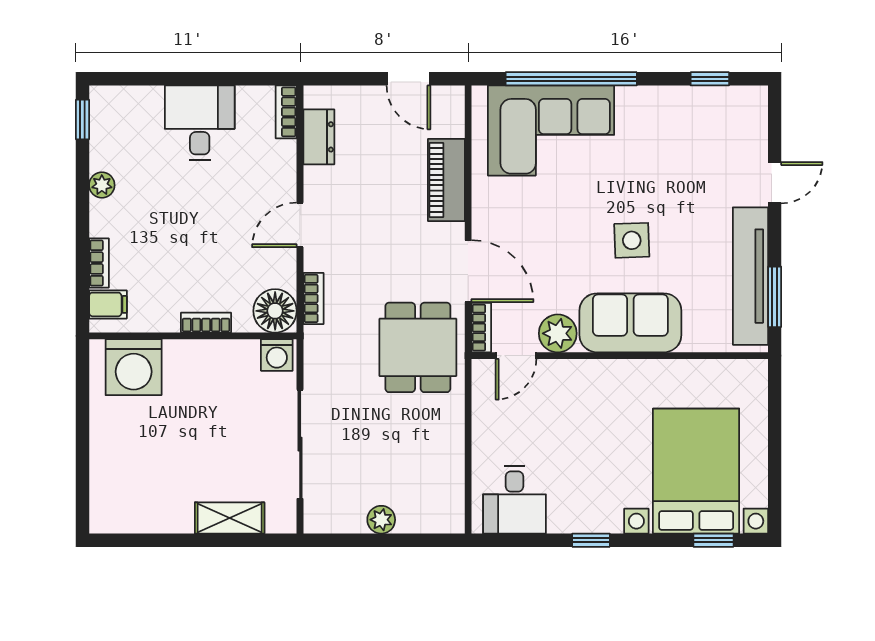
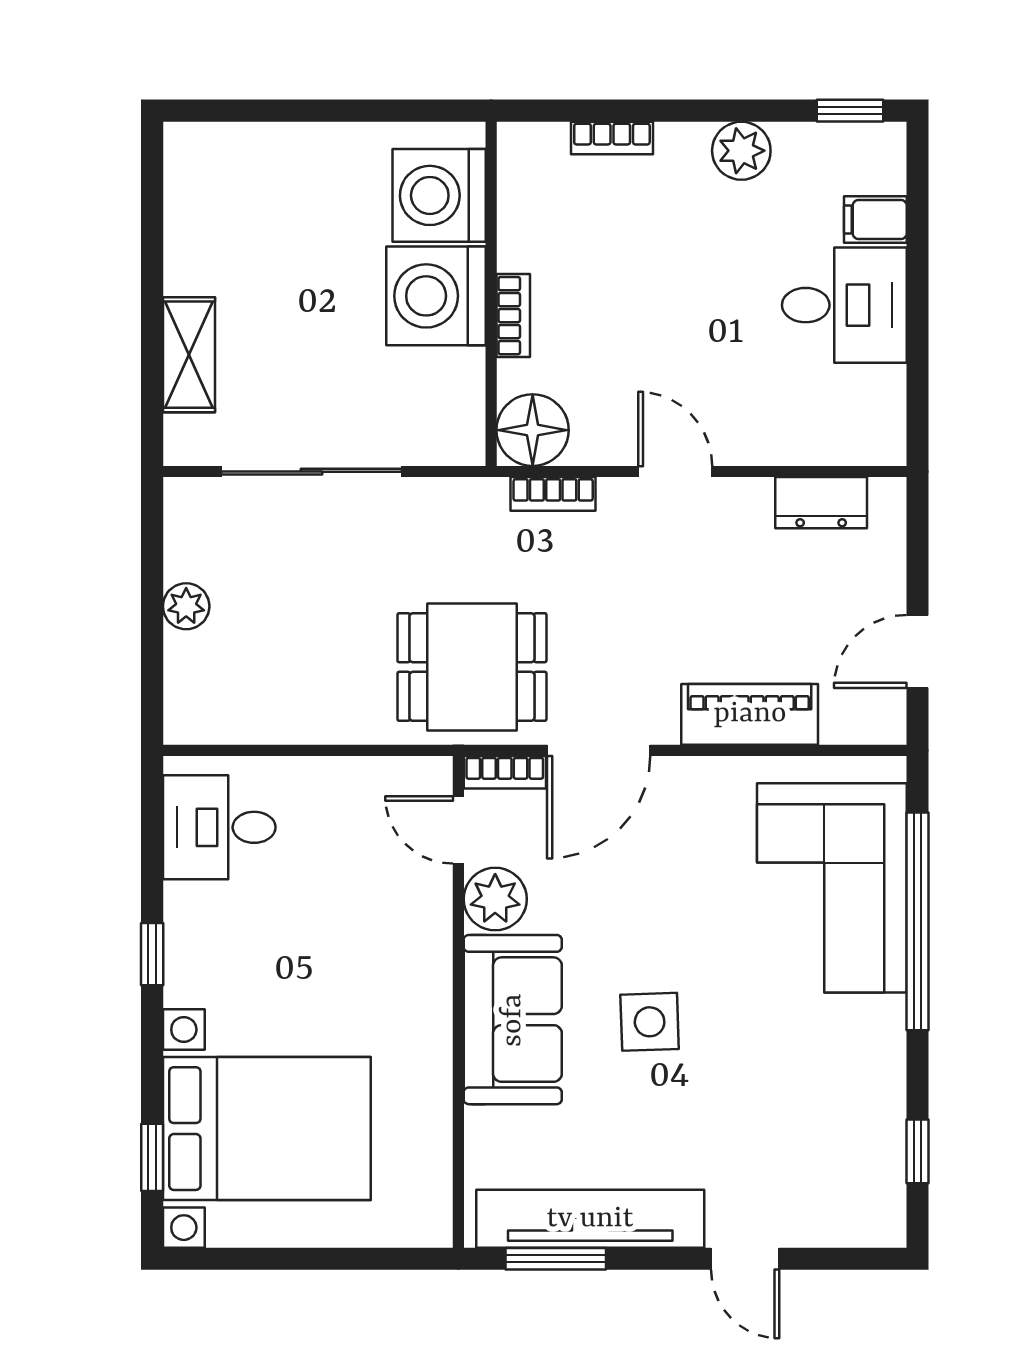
bookcase: (286, 112) -> (863, 449), removed
plant: (102, 185) -> (741, 151), width x1.38, depth x1.38
filing cabinet: (108, 304) -> (875, 219), moved, turned 90
washing machine: (277, 355) -> (436, 296), moved, width x1.89, depth x1.89

